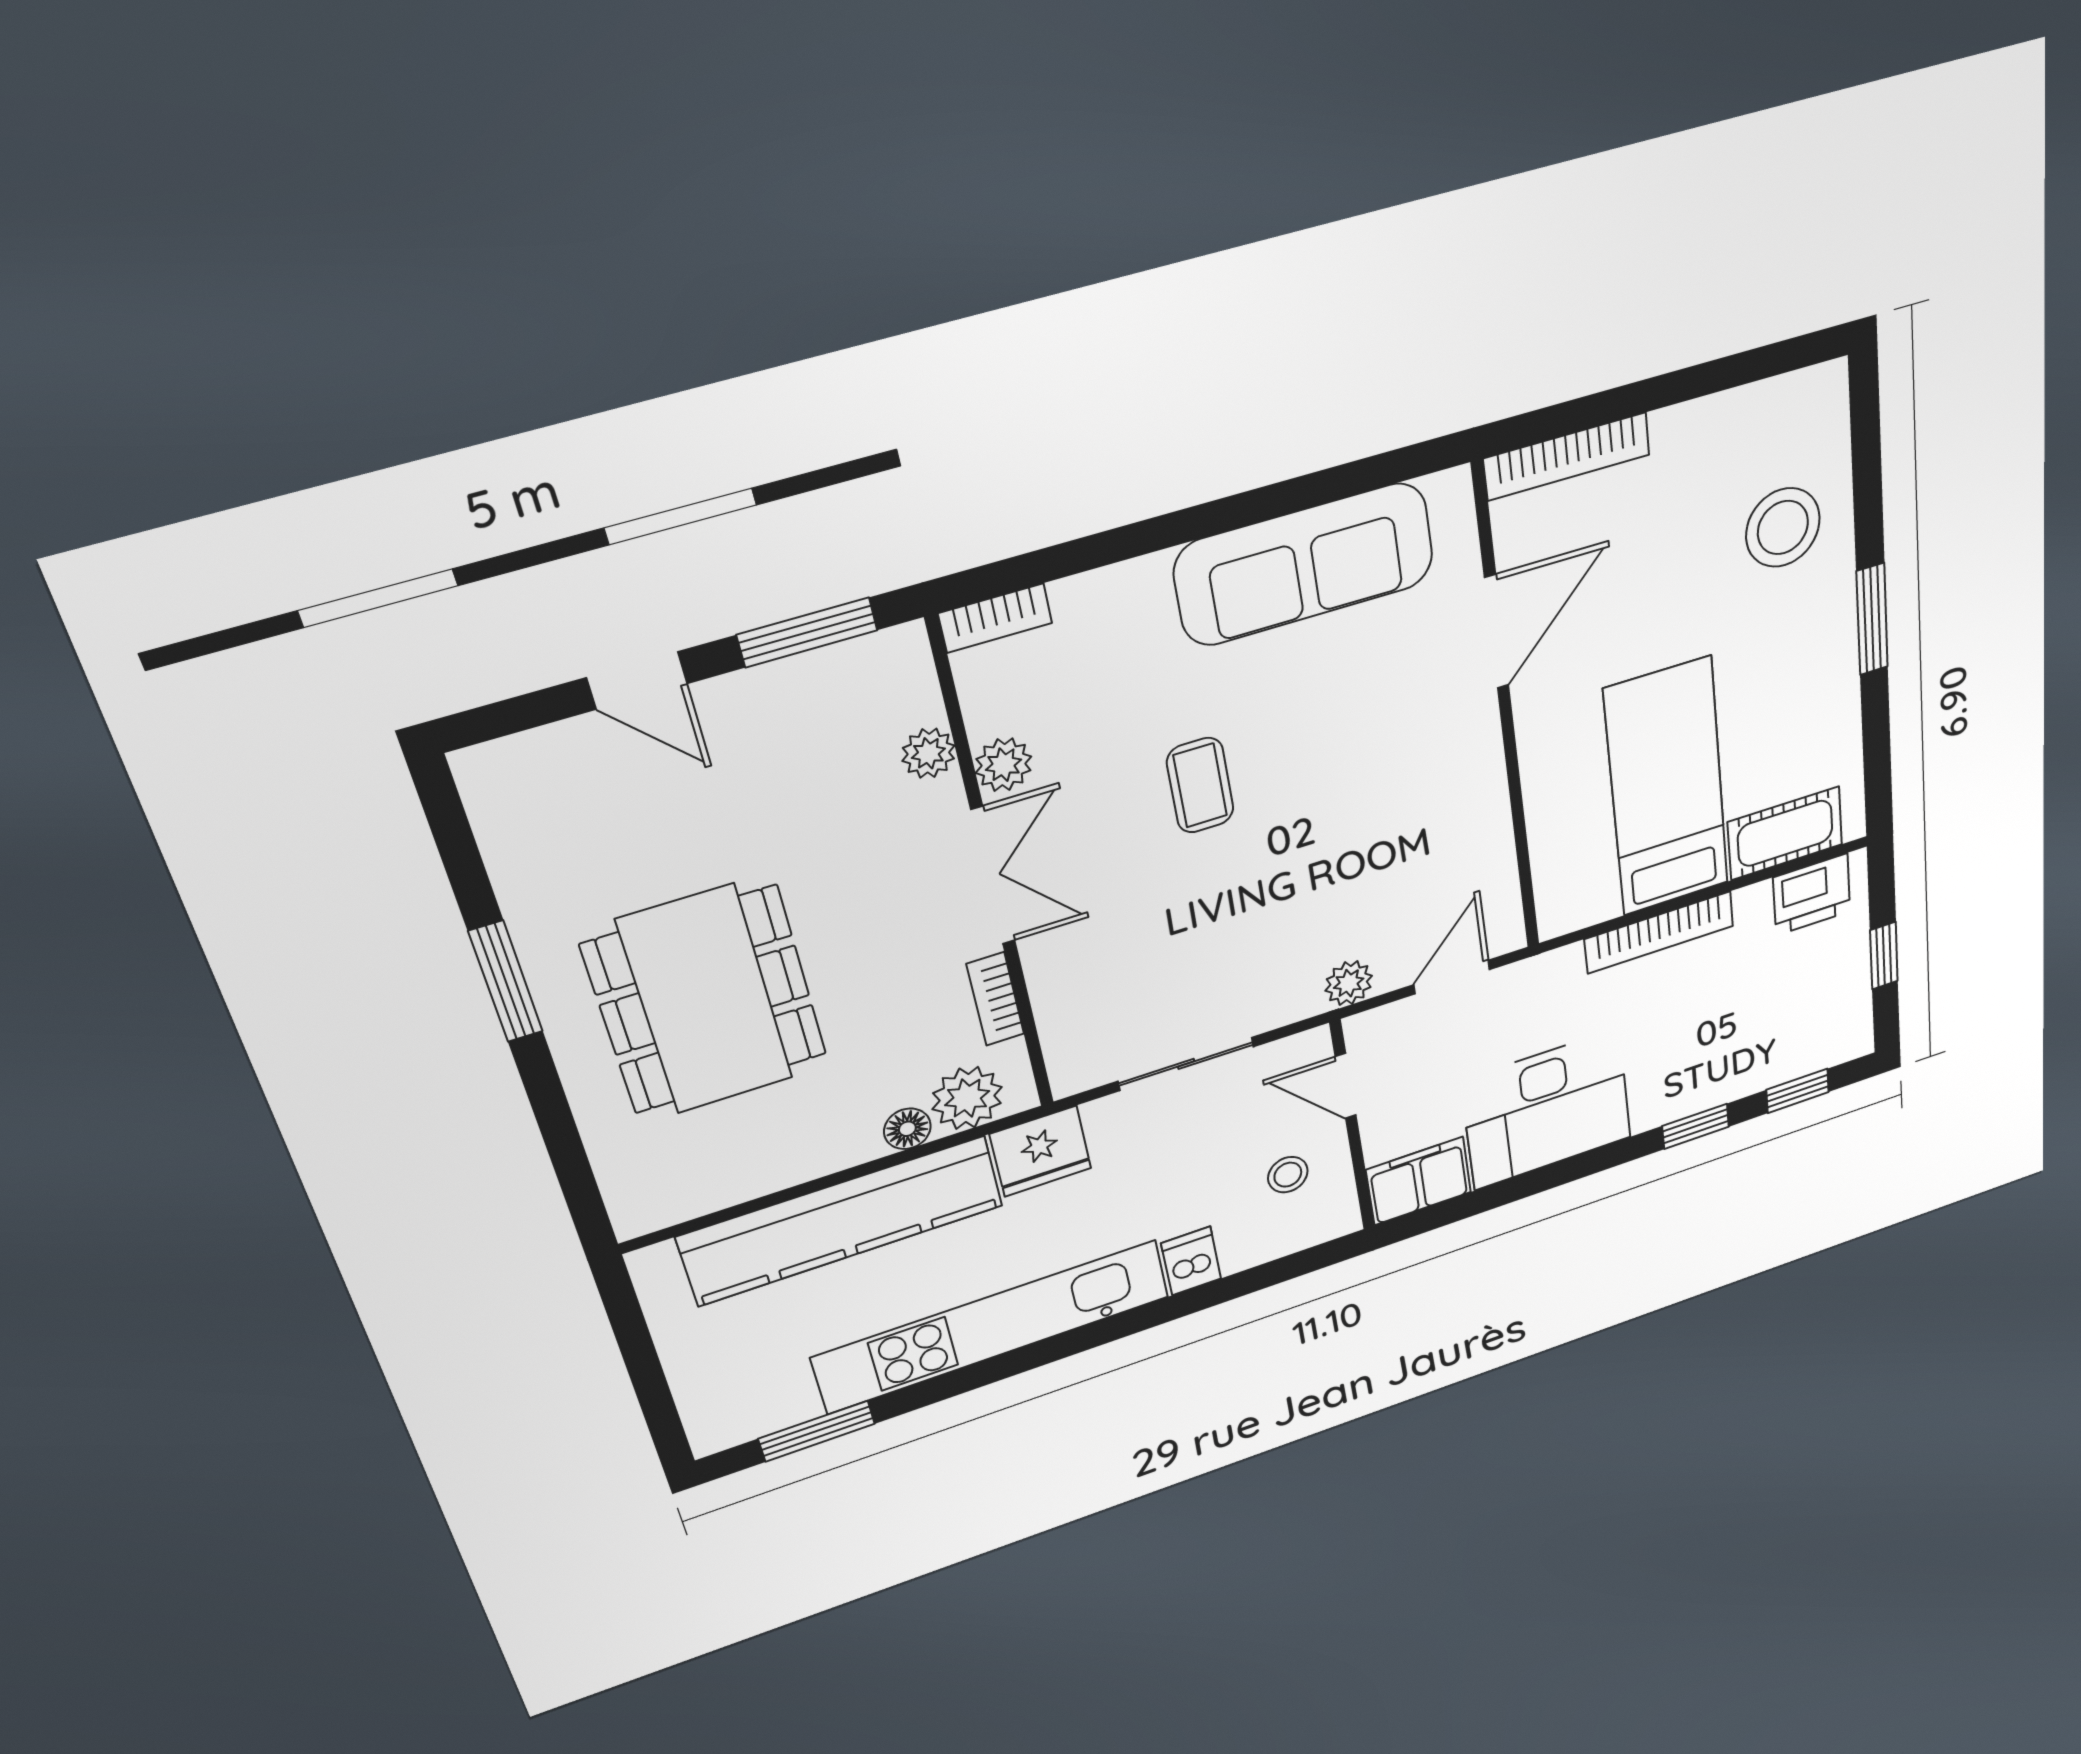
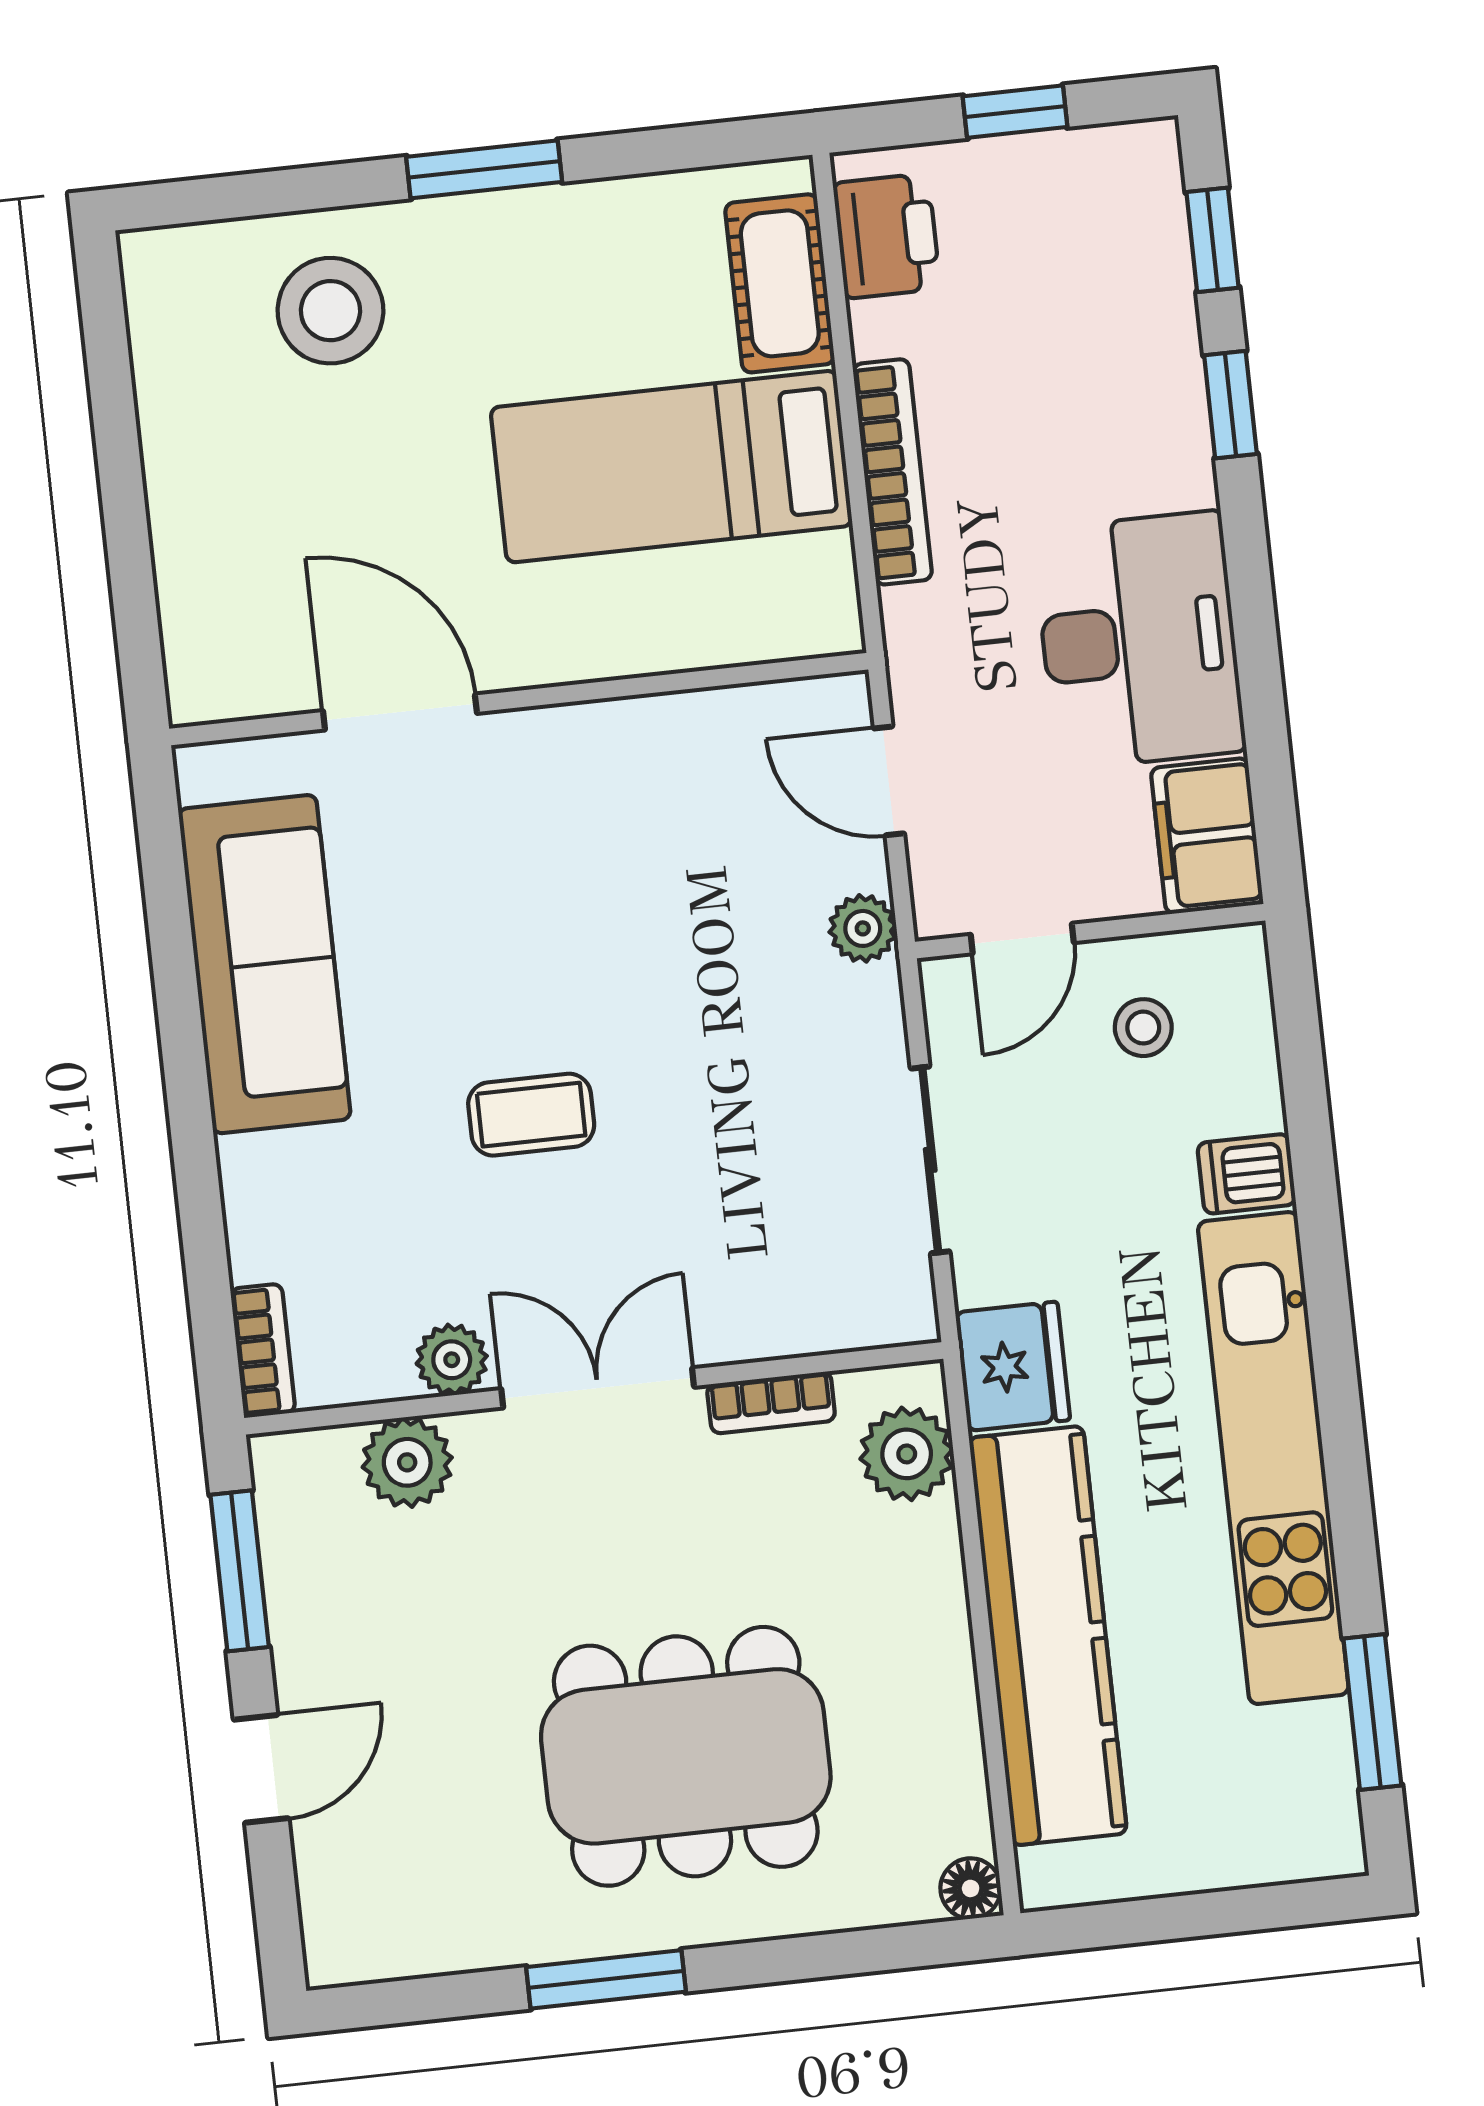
bookcase: (1567, 457) -> (185, 617), removed
plant: (928, 753) -> (407, 1462), width x1.38, depth x1.38
floor lamp: (907, 1129) -> (971, 1888), moved

